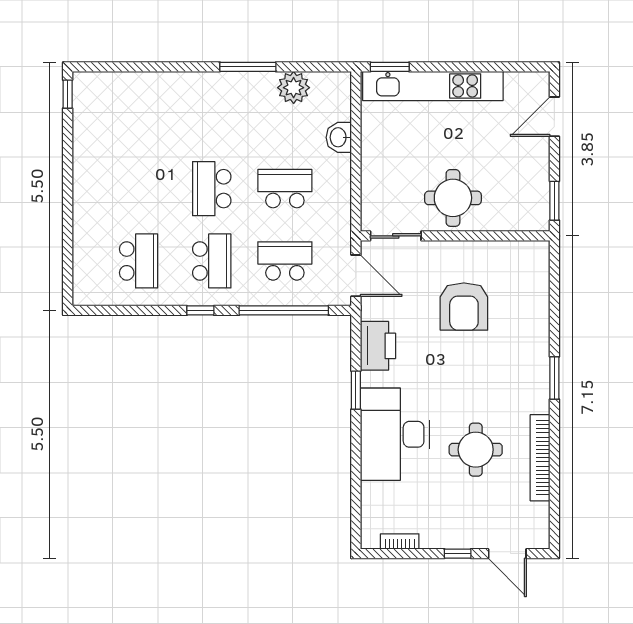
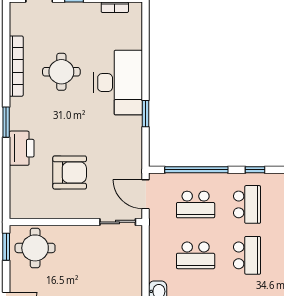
round table: (453, 198) -> (35, 248), moved
school desk: (212, 261) -> (247, 204), turned 180
armchair: (464, 306) -> (70, 172), turned 90
printer: (378, 346) -> (22, 148), moved, turned 180

